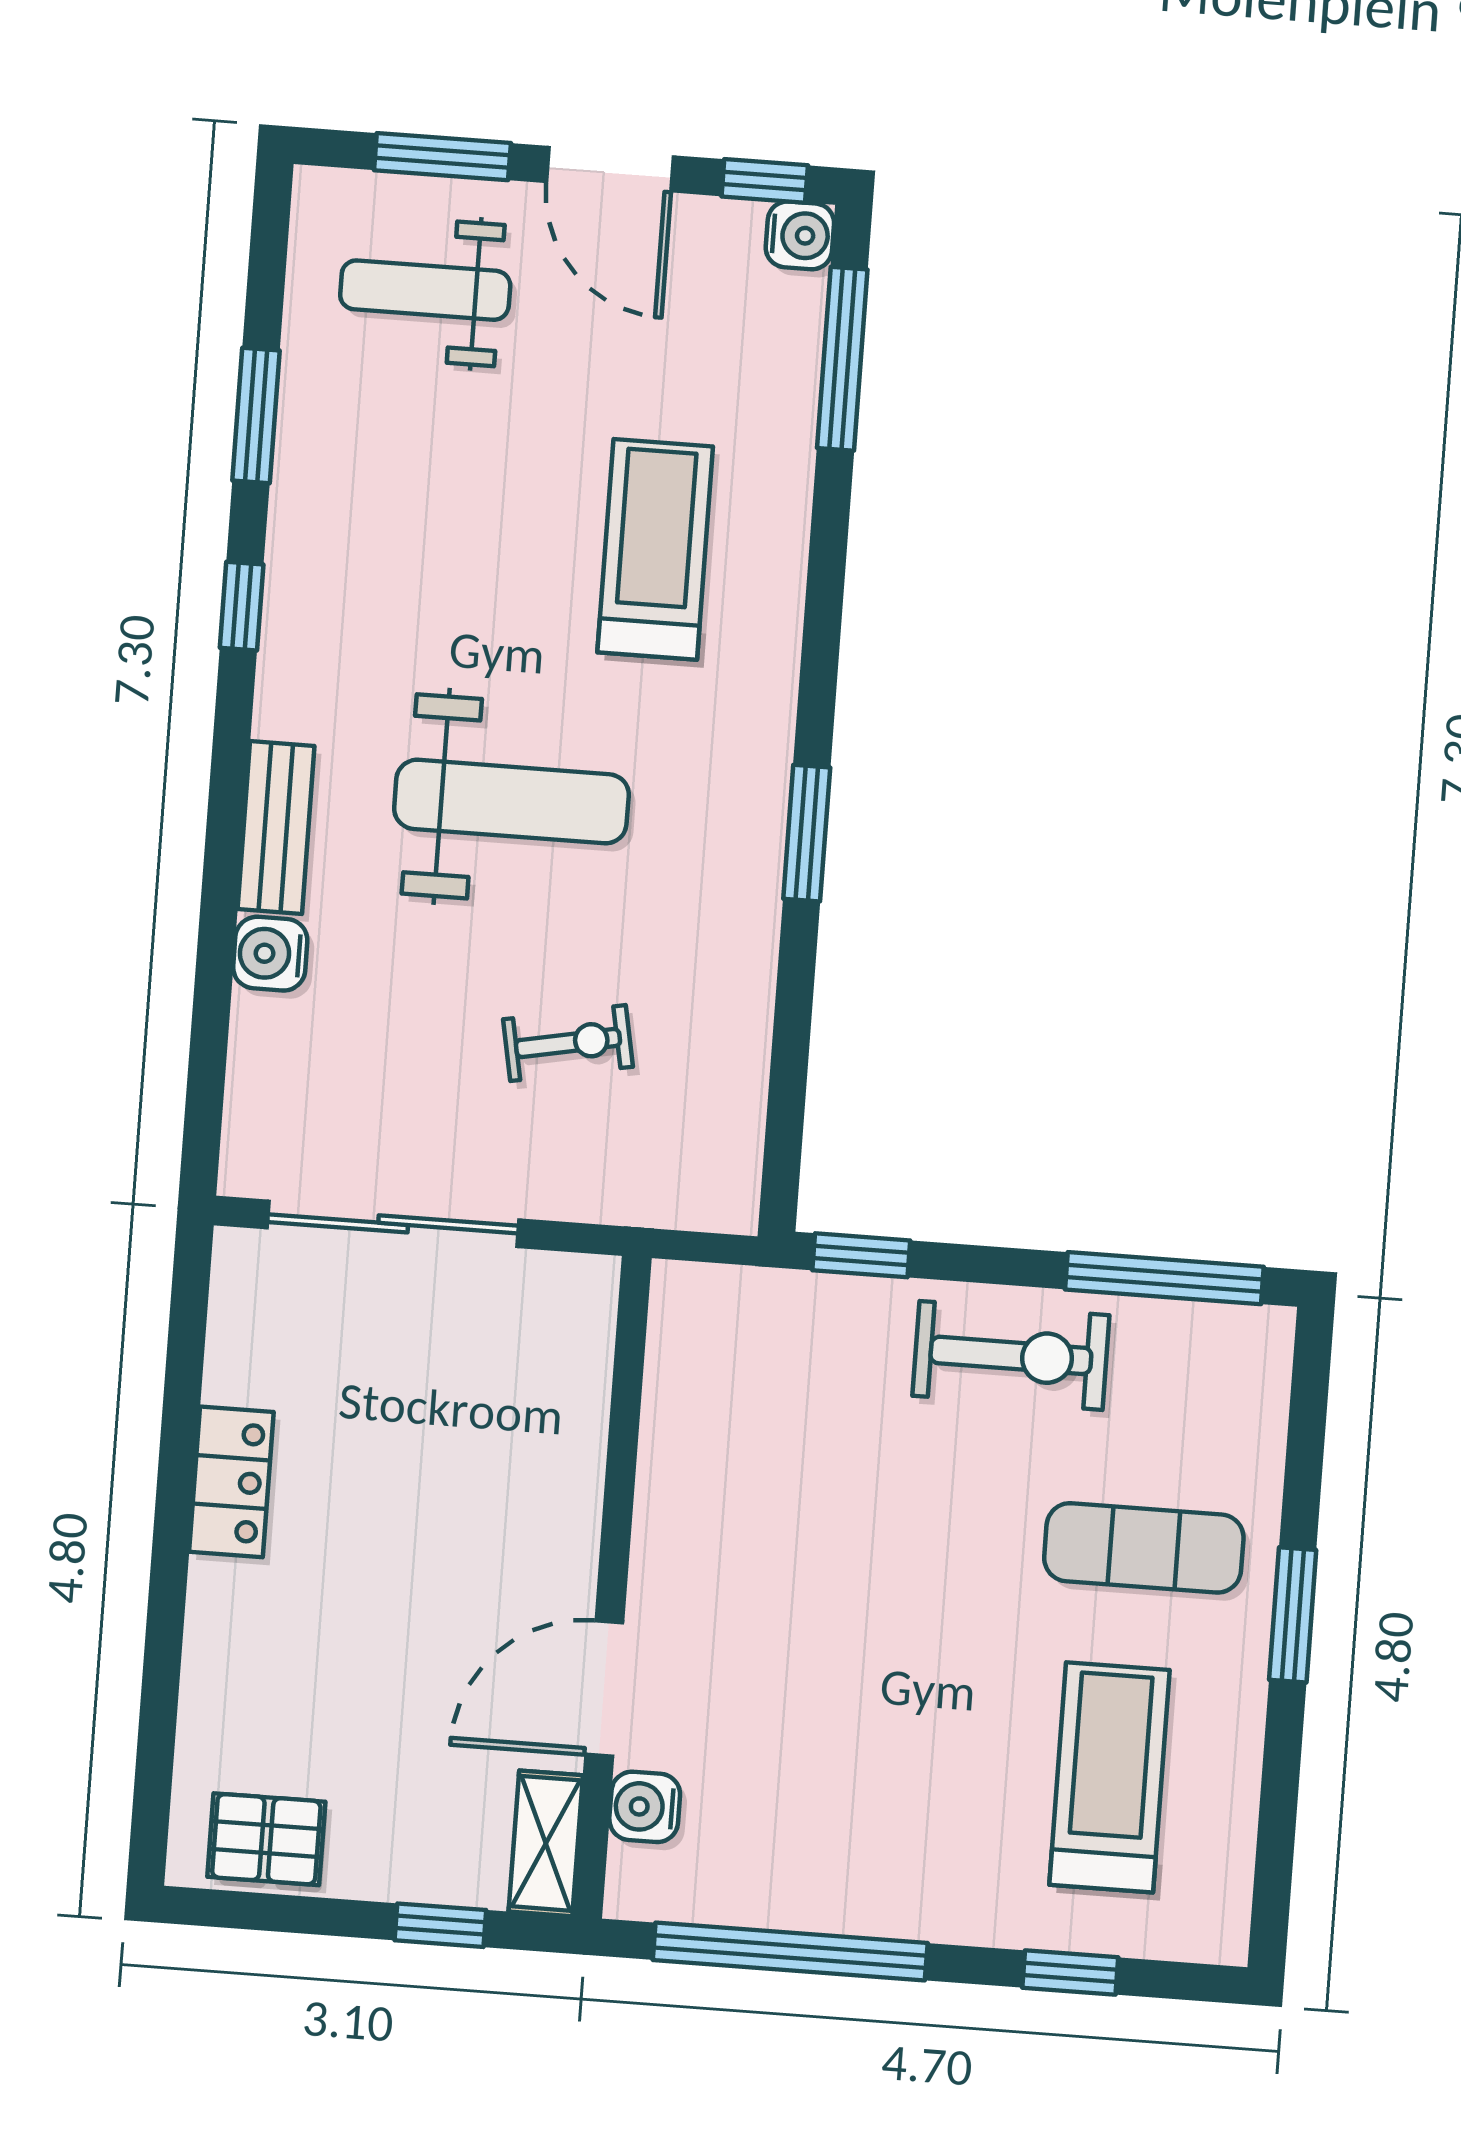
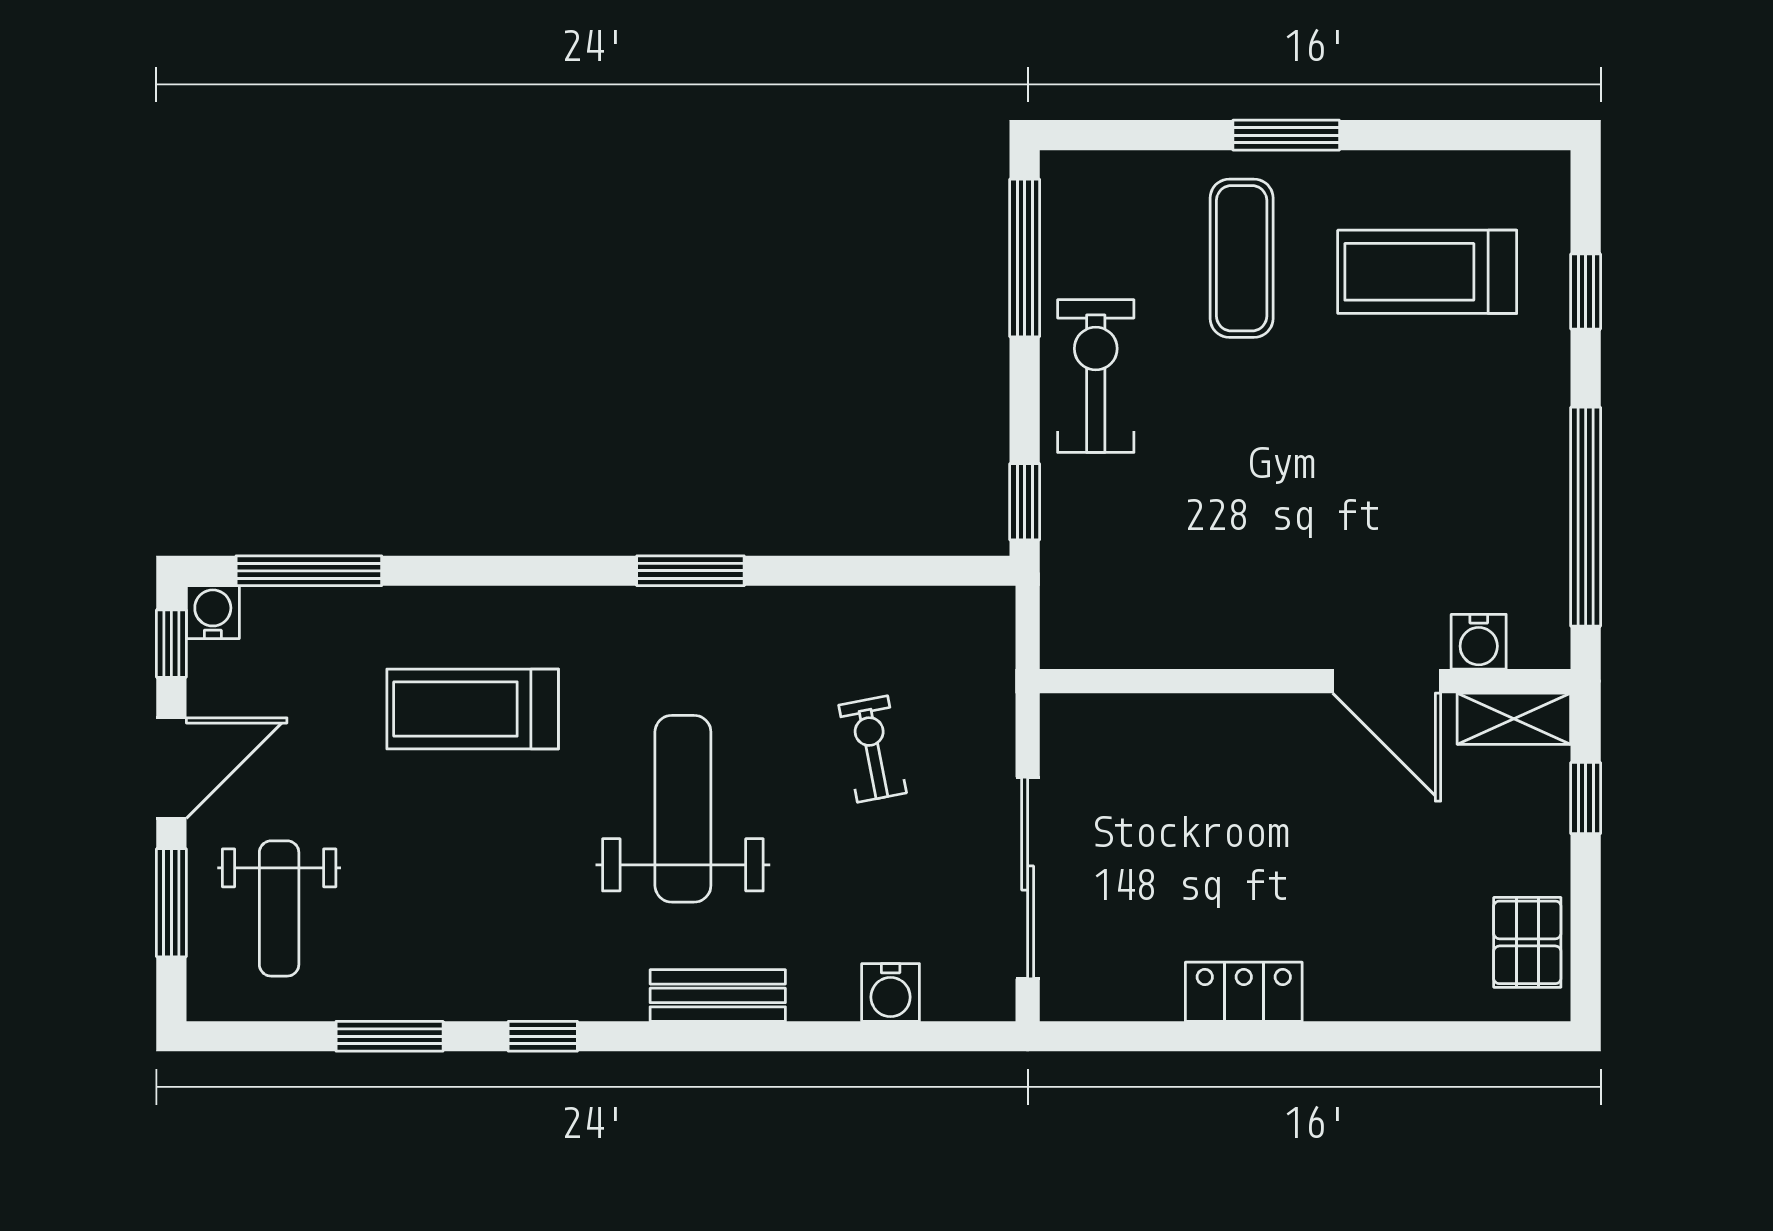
water cooler: (270, 954) -> (891, 992), moved

